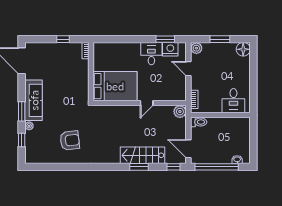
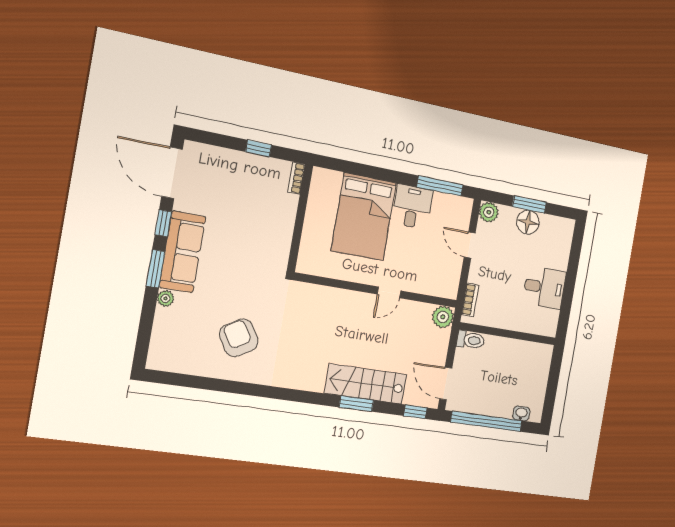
window: (165, 39) -> (440, 186), width x1.44
nightstand: (170, 49) -> (446, 205), removed
floor lamp: (243, 49) -> (528, 222), moved
bed: (115, 86) -> (364, 217), moved, turned 90
desk: (233, 101) -> (544, 288), moved, turned -90
window: (22, 140) -> (163, 223), moved
armchair: (70, 140) -> (239, 338), turned -114

